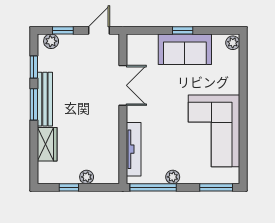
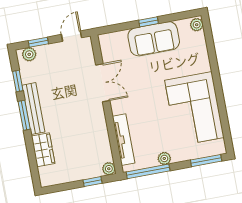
plant: (87, 177) -> (109, 169), moved
window: (69, 187) -> (92, 182), moved

